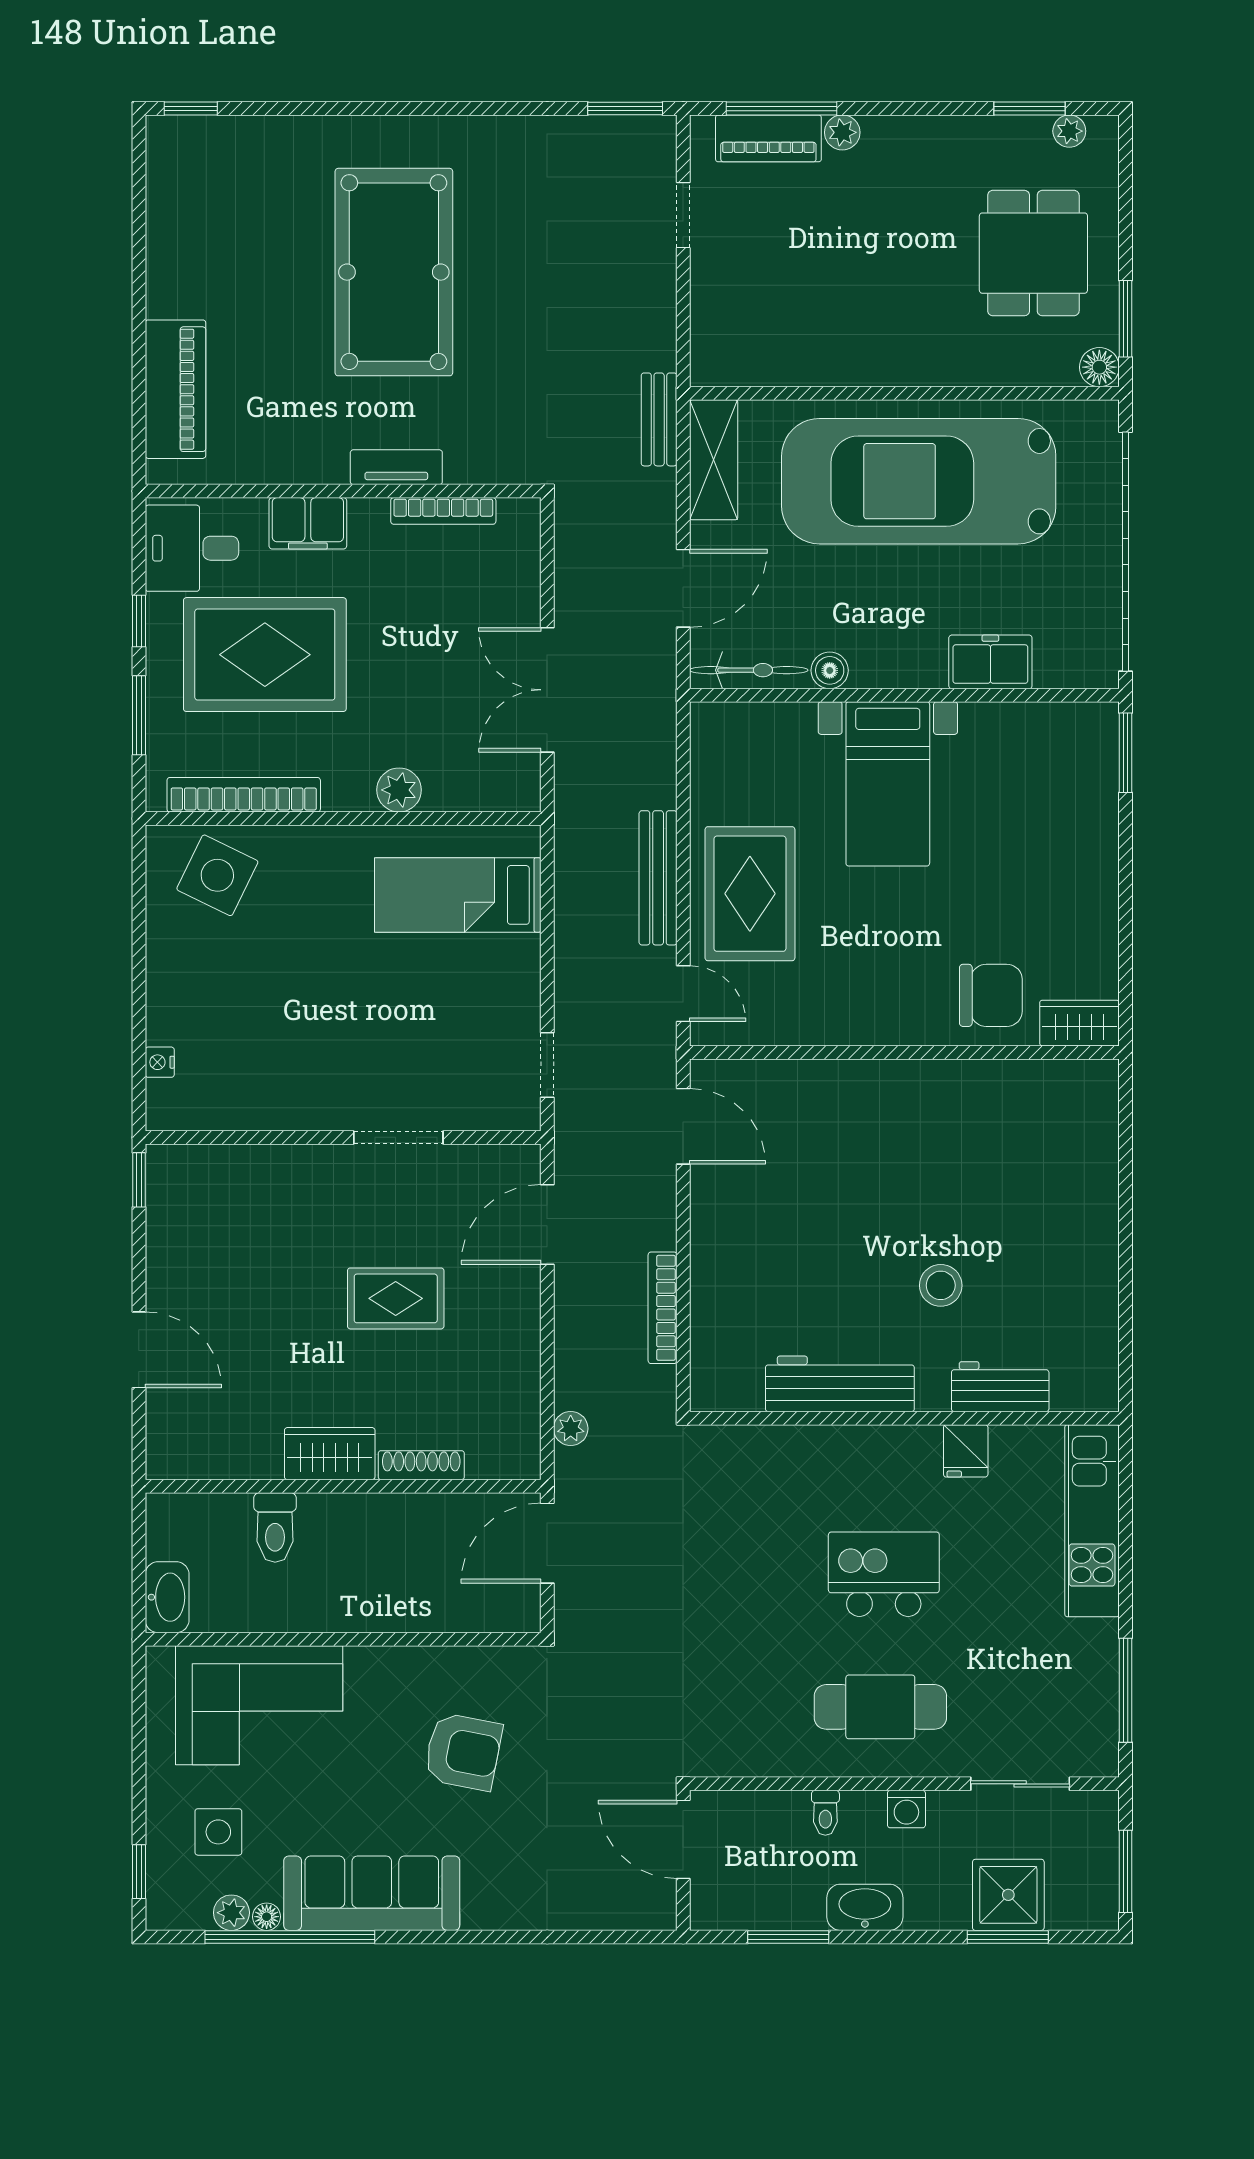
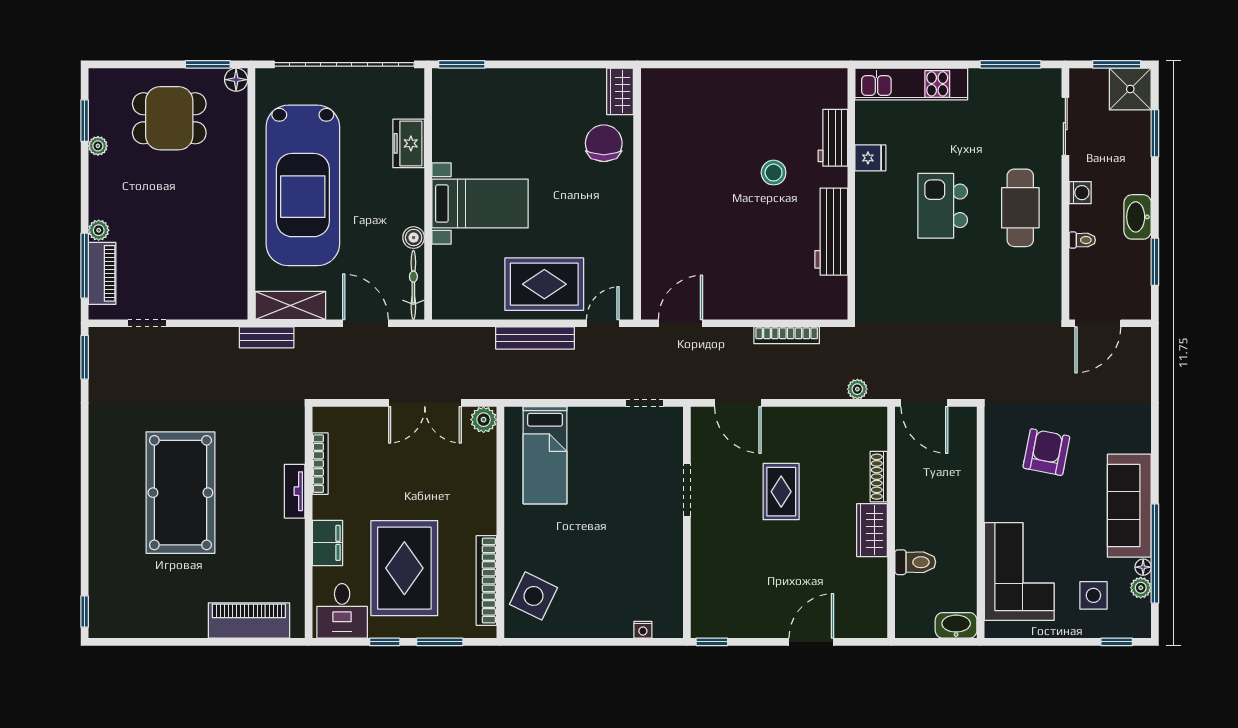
plant: (1069, 131) -> (98, 146), moved
pool table: (394, 272) -> (180, 493), turned 90
plant: (399, 790) -> (484, 420), moved
shower: (1008, 1895) -> (1130, 89), moved

